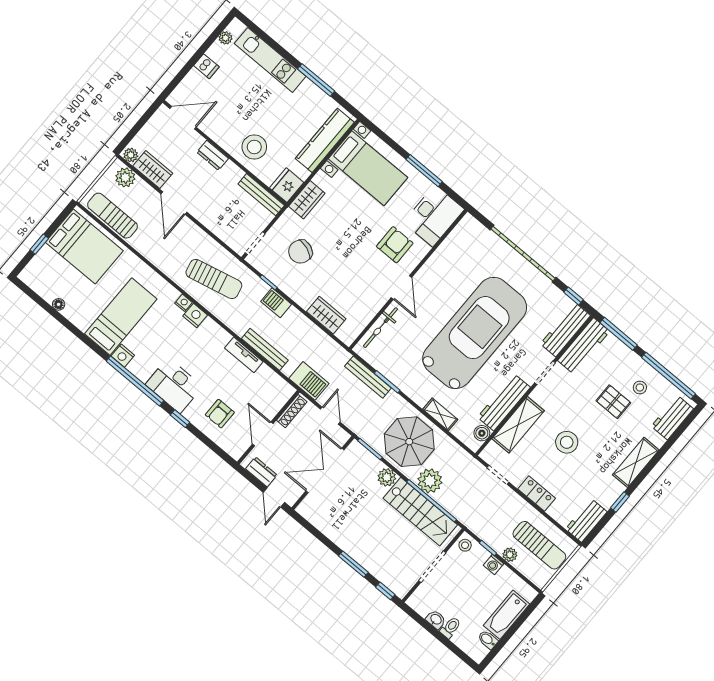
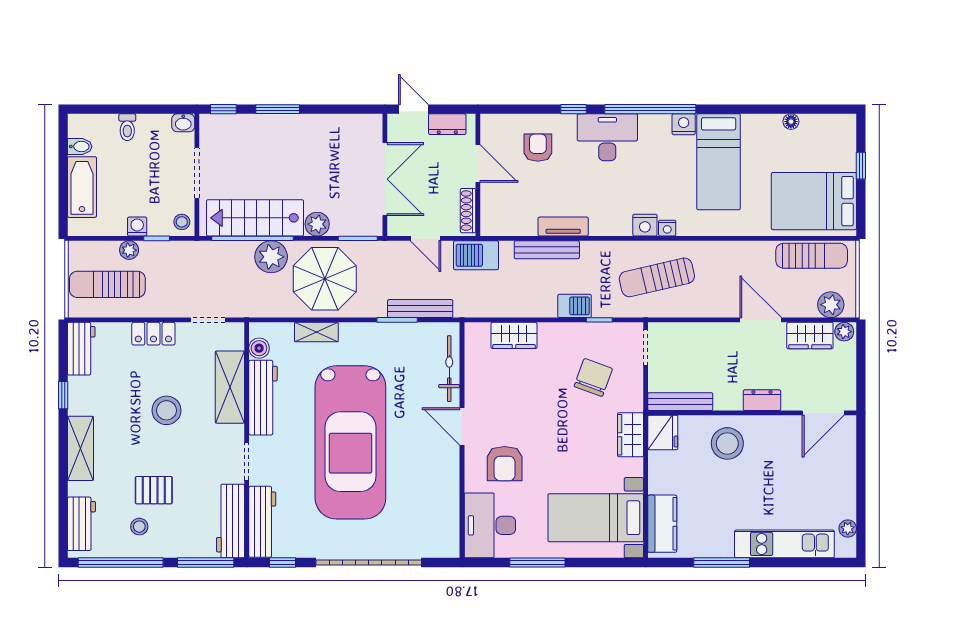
dishwasher: (206, 66) -> (843, 484), removed
kitchen counter: (325, 140) -> (662, 524), width x0.67
washbasin: (436, 620) -> (183, 123), moved

